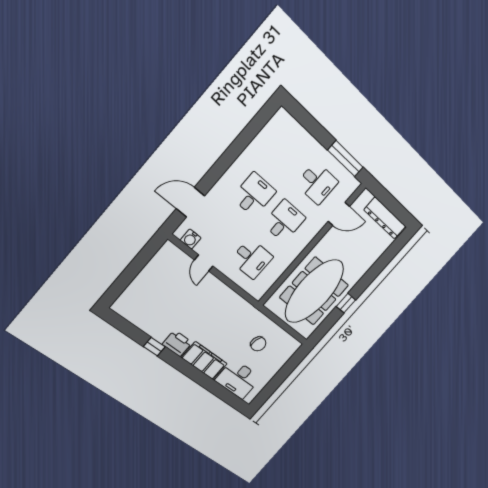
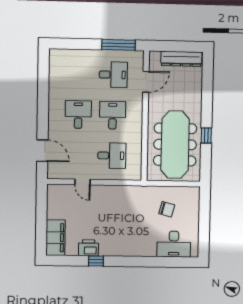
door: (190, 202) -> (42, 151), swing flipped
water cooler: (191, 239) -> (61, 173), removed
printer: (177, 343) -> (89, 248), moved
filing cabinet: (204, 361) -> (55, 238), moved, turned 90

